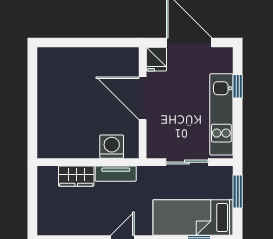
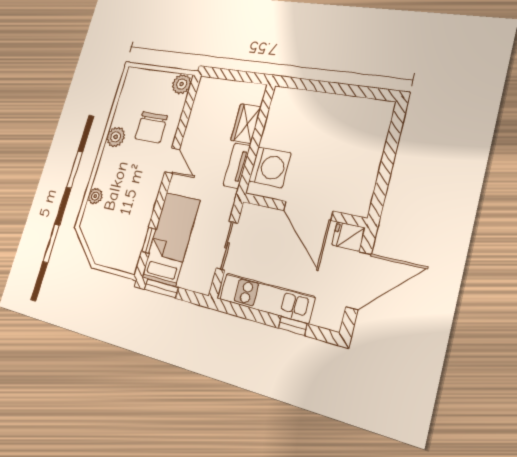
door: (143, 98) -> (308, 211), swing flipped
washing machine: (112, 147) -> (270, 167), width x1.37, depth x1.37
window: (238, 192) -> (161, 288), moved

